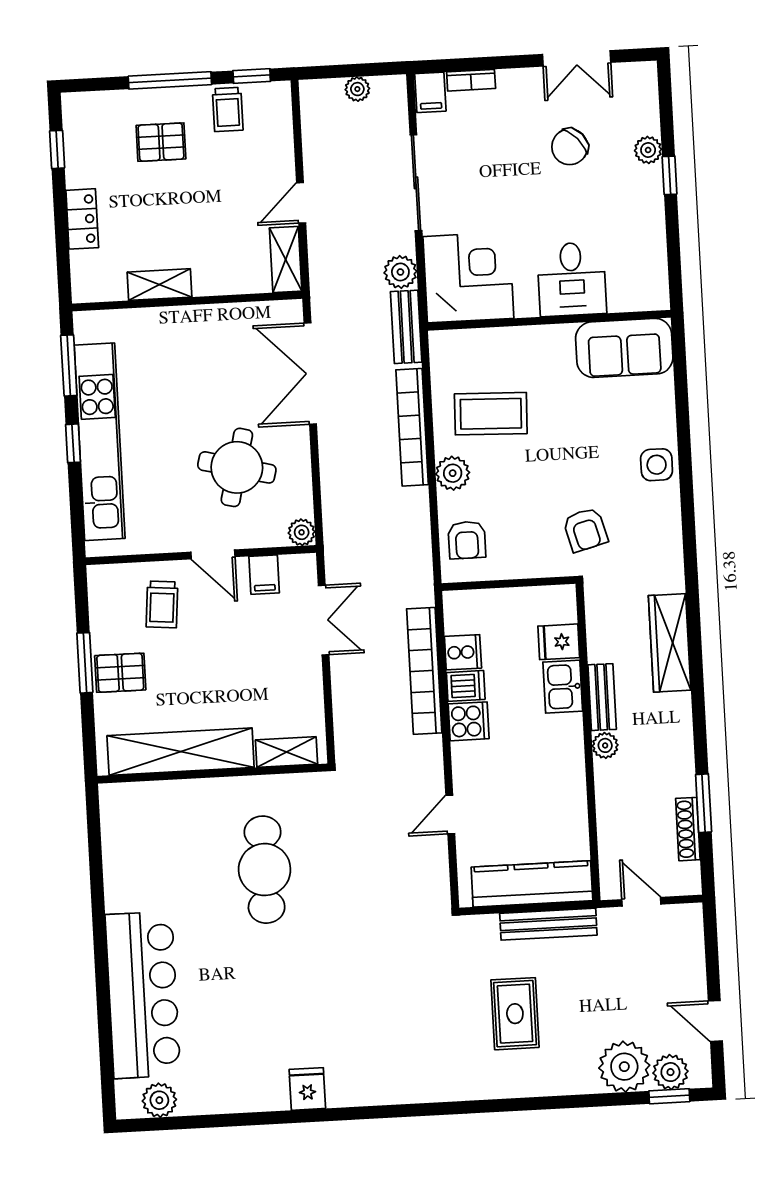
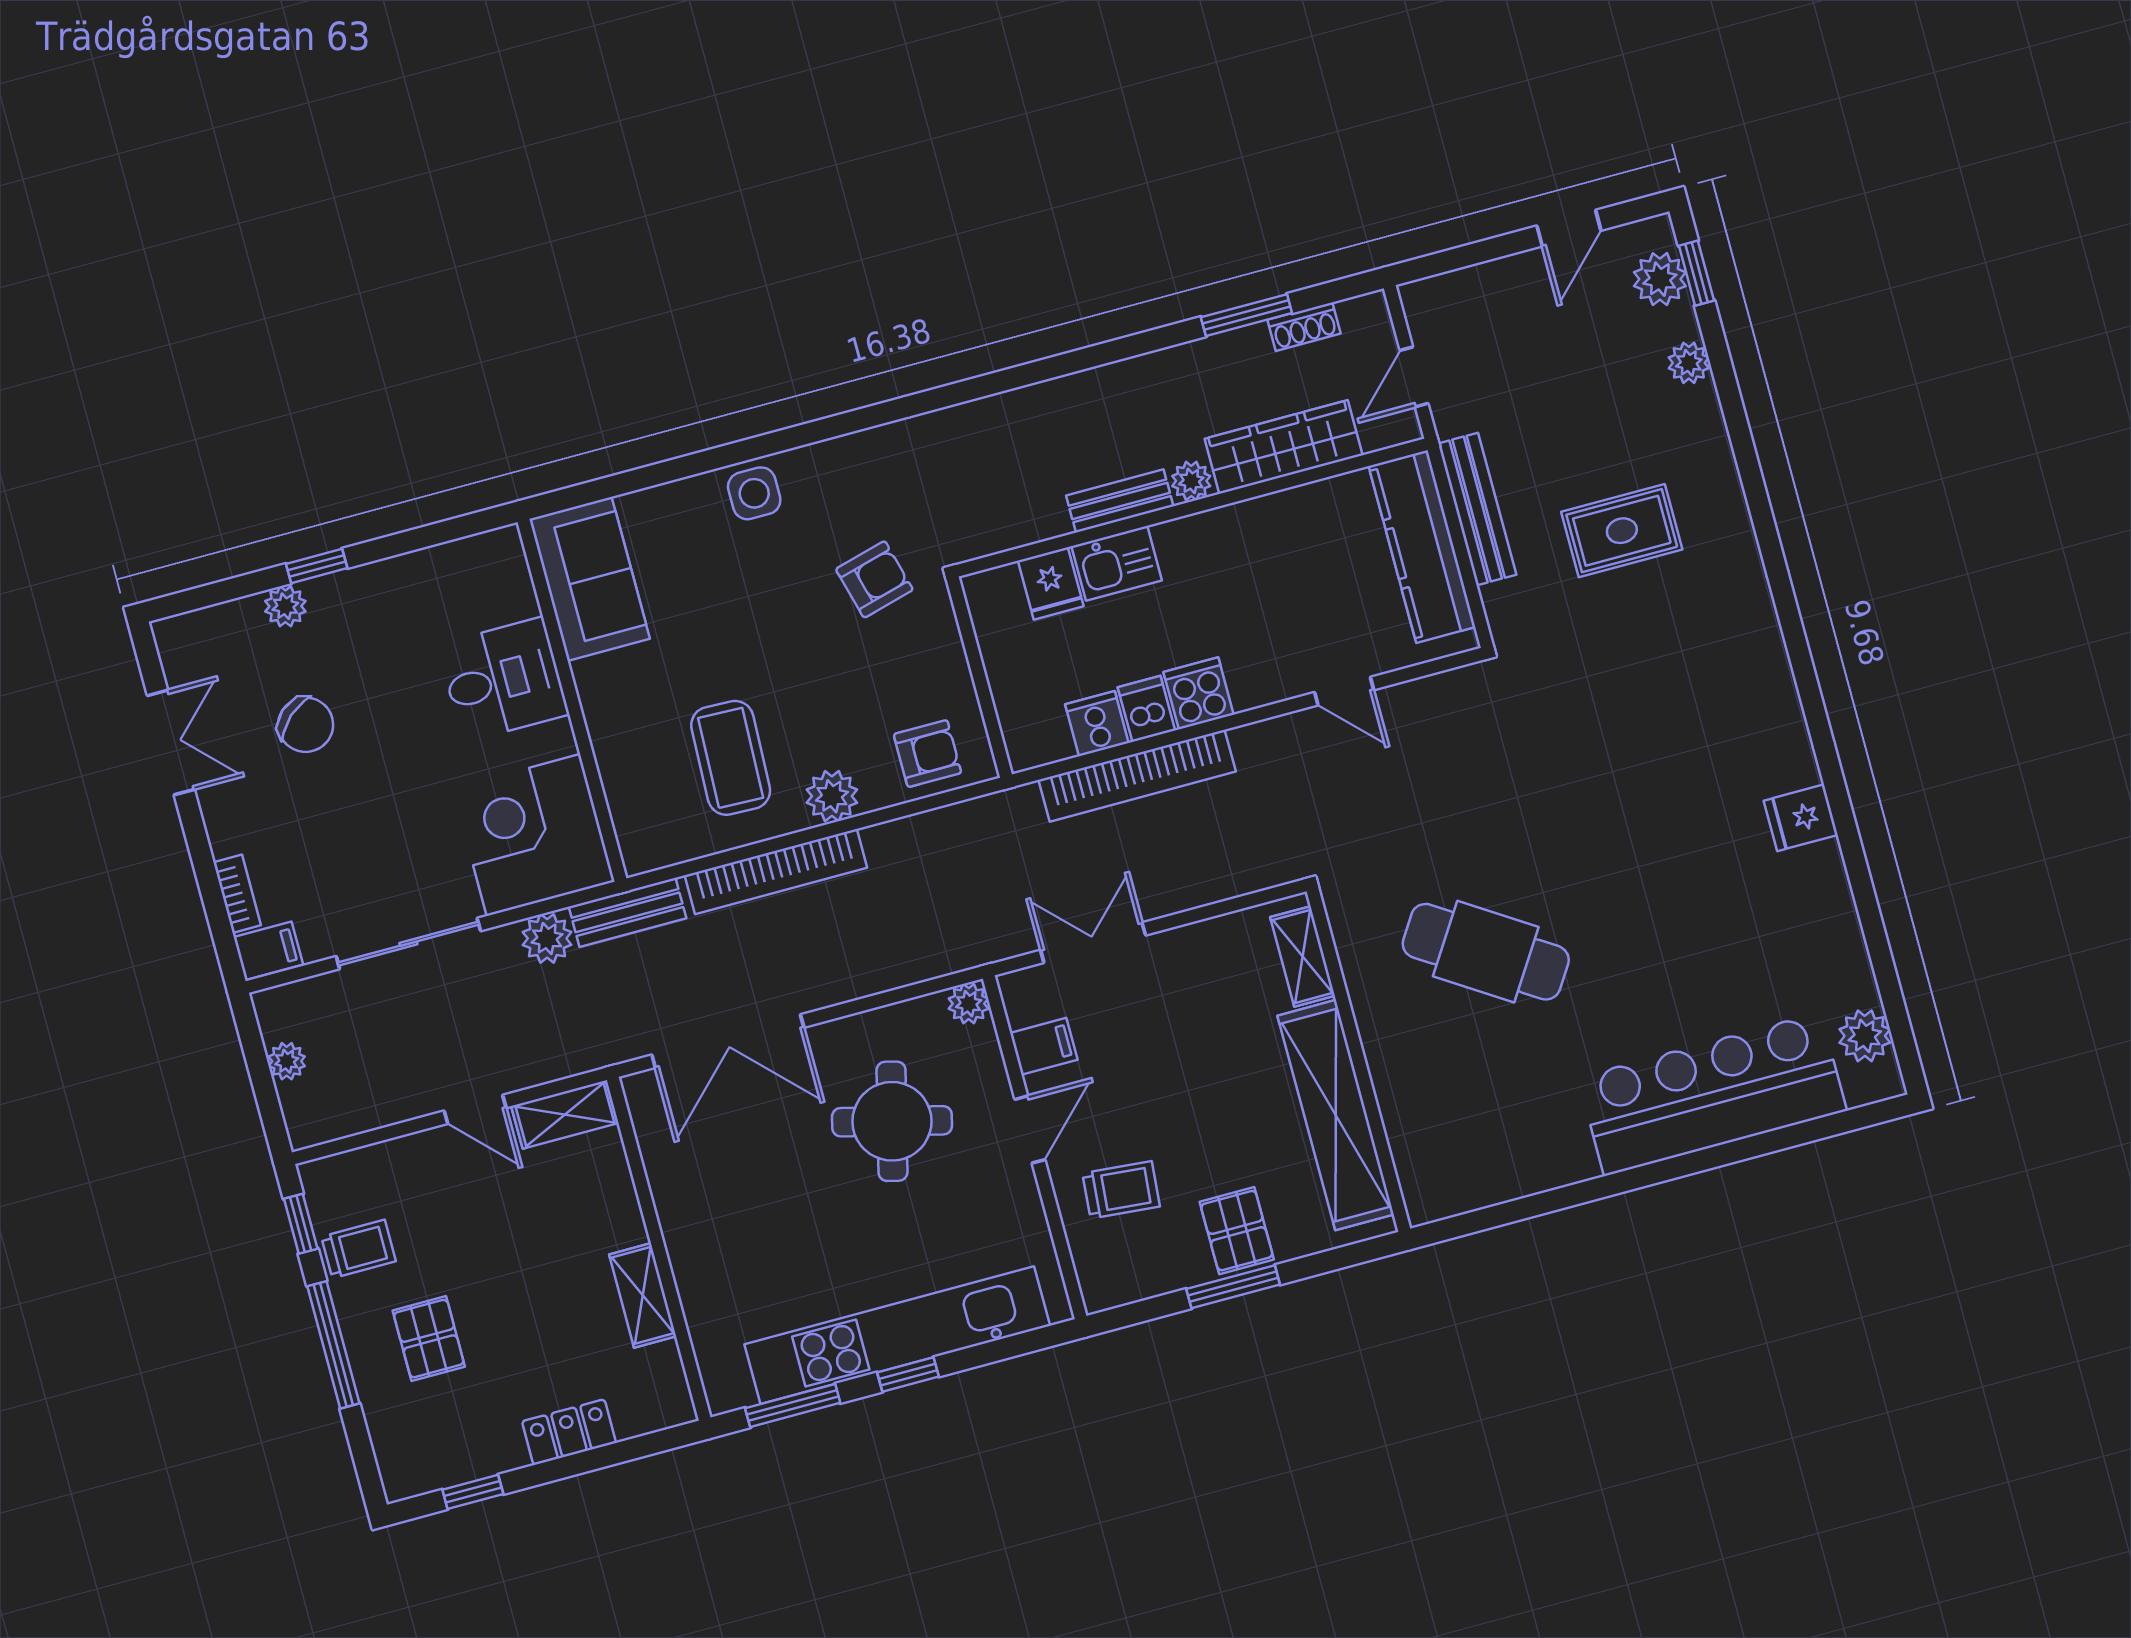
wardrobe: (670, 643) -> (1284, 447), moved, turned 180
shoe rack: (688, 829) -> (1304, 327), width x0.70
cafe table: (265, 870) -> (1486, 952), turned 33
plant: (624, 1067) -> (1689, 363), width x0.53, depth x0.53

